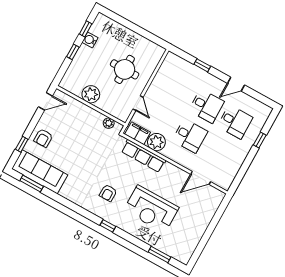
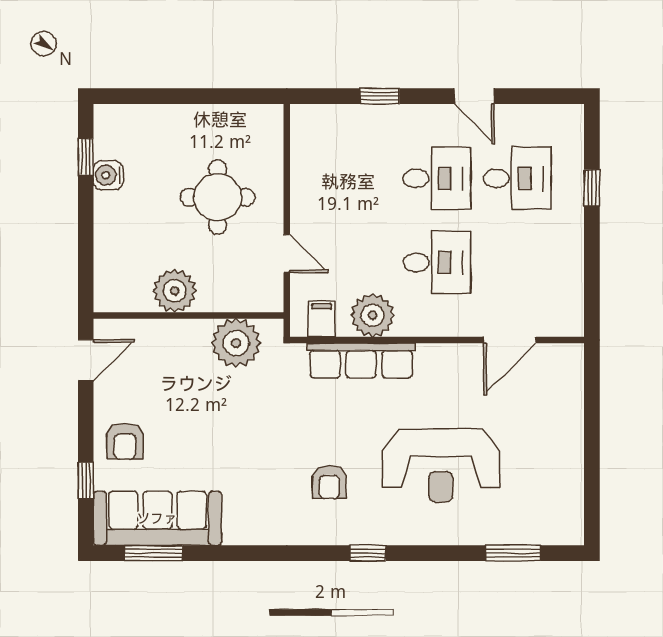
window: (73, 52) -> (86, 221), removed
door: (236, 84) -> (474, 96), hinge flipped
plant: (109, 123) -> (236, 343), width x1.88, depth x1.88
filing cabinet: (138, 133) -> (322, 319), width x0.50

